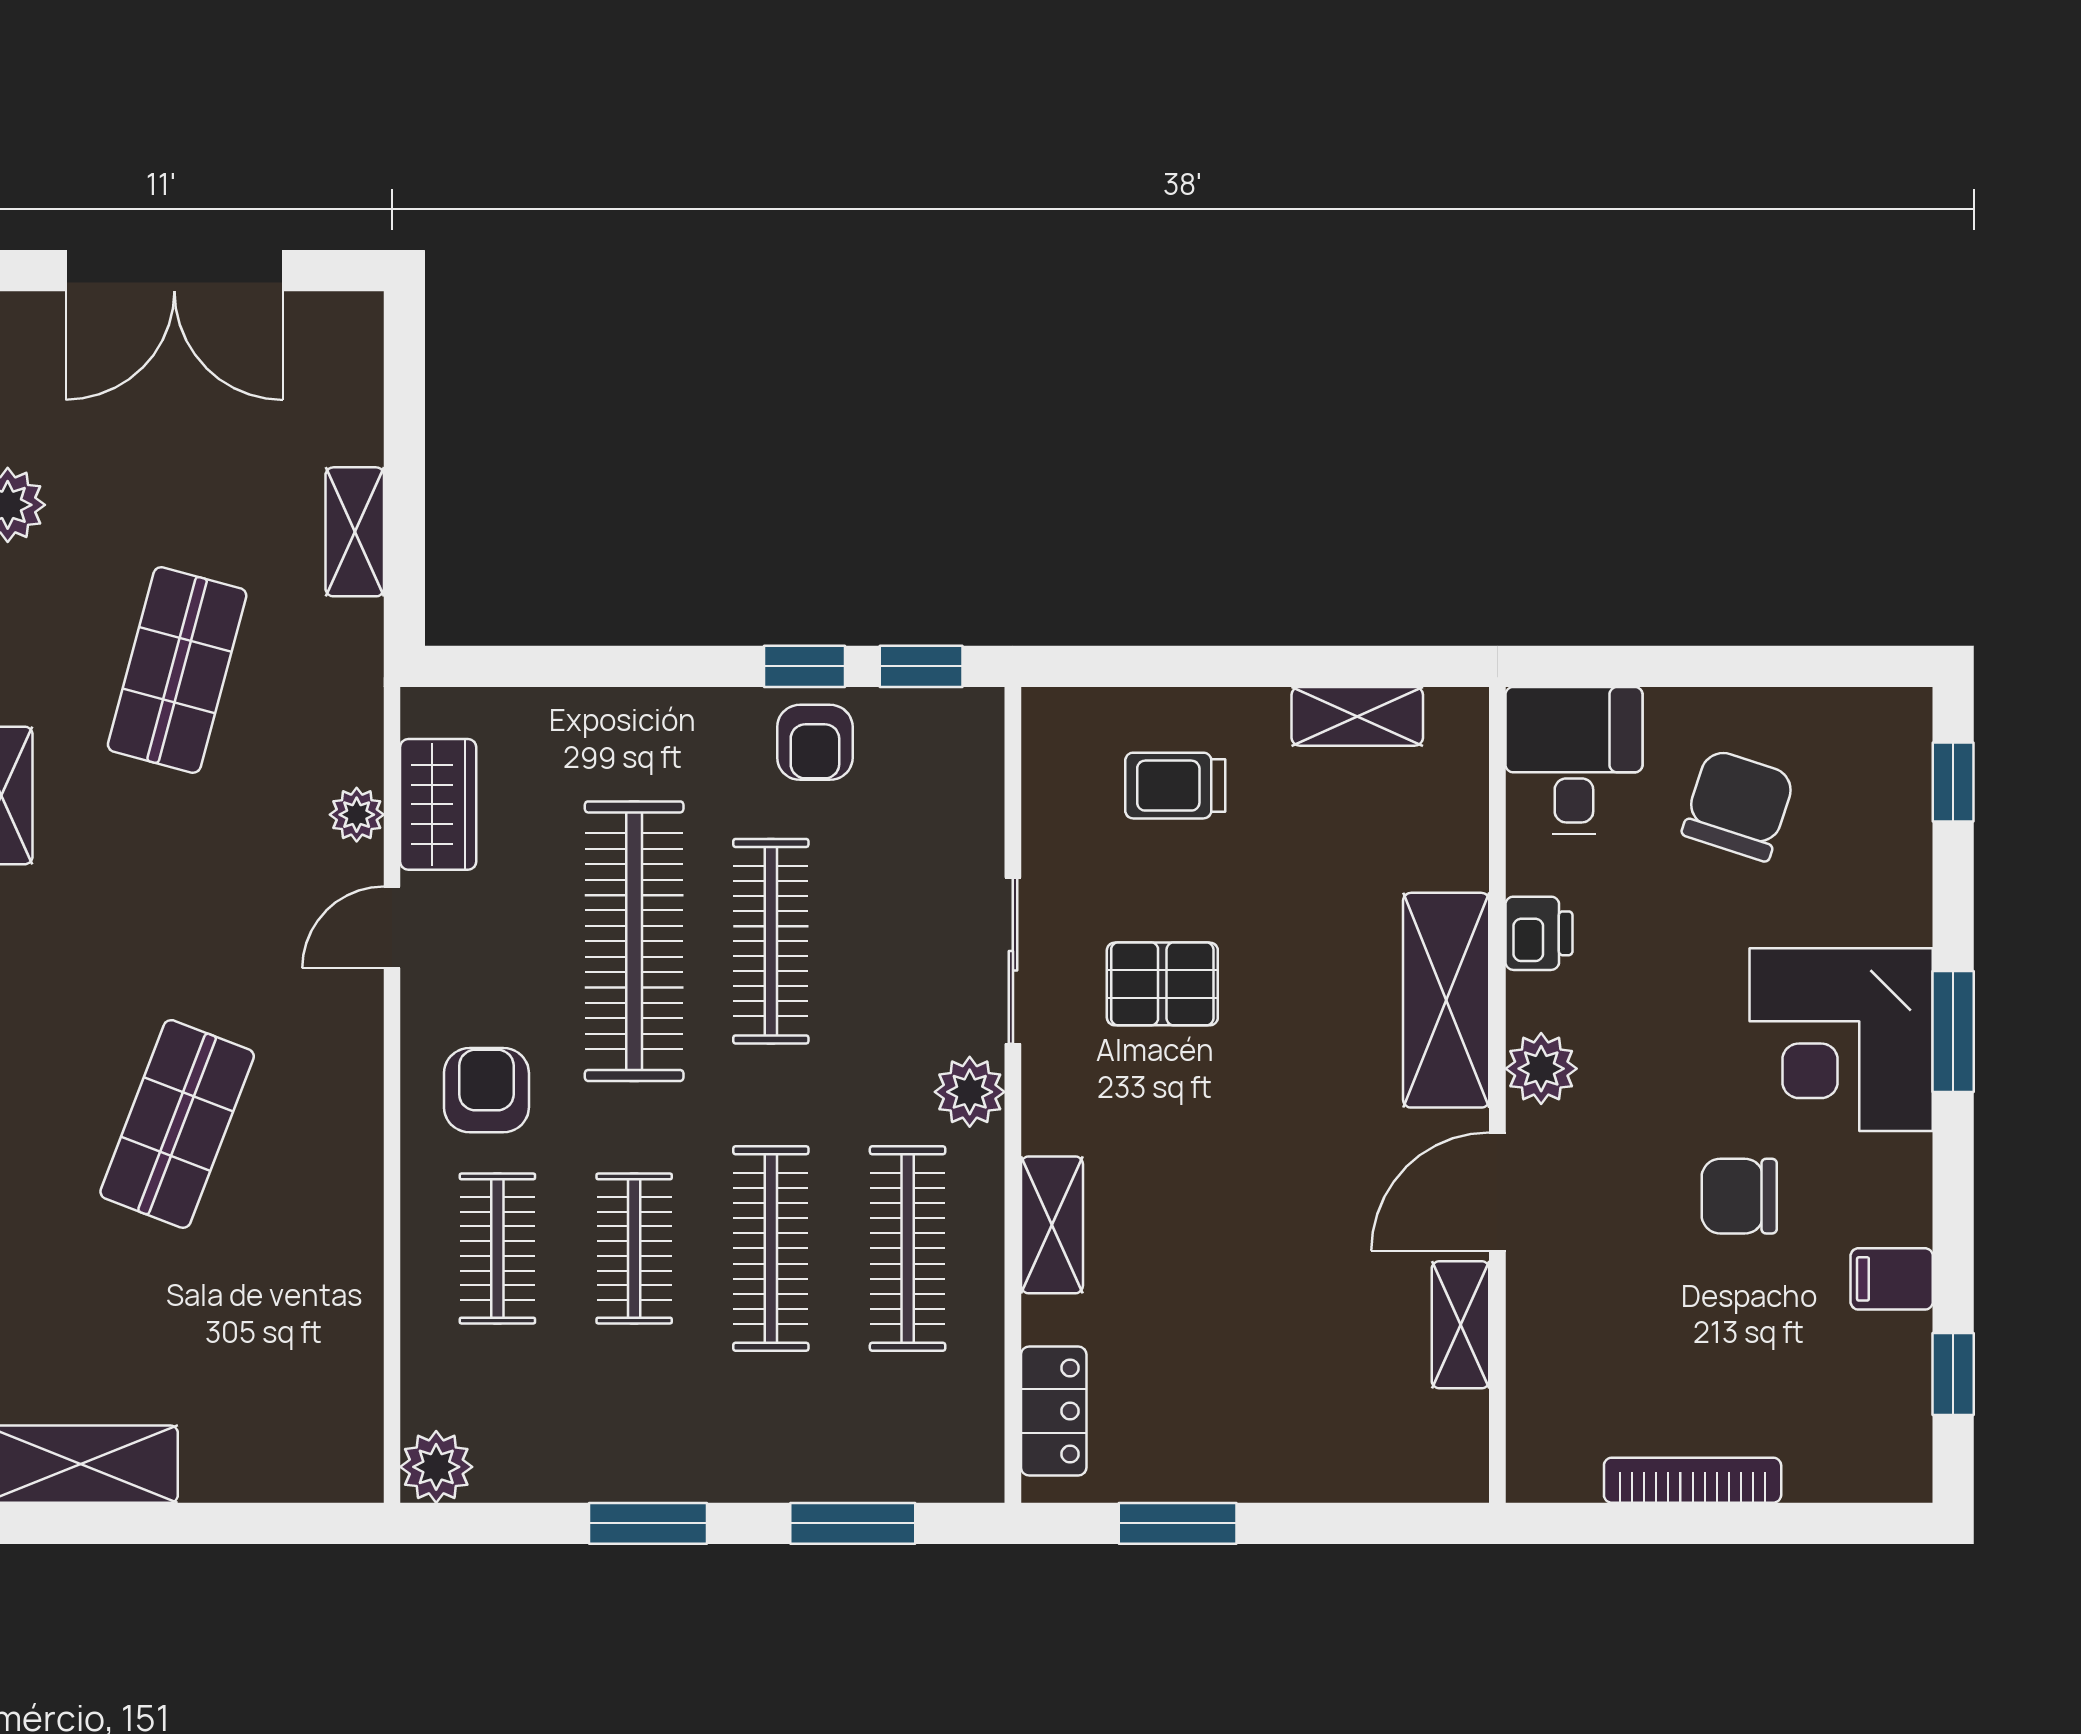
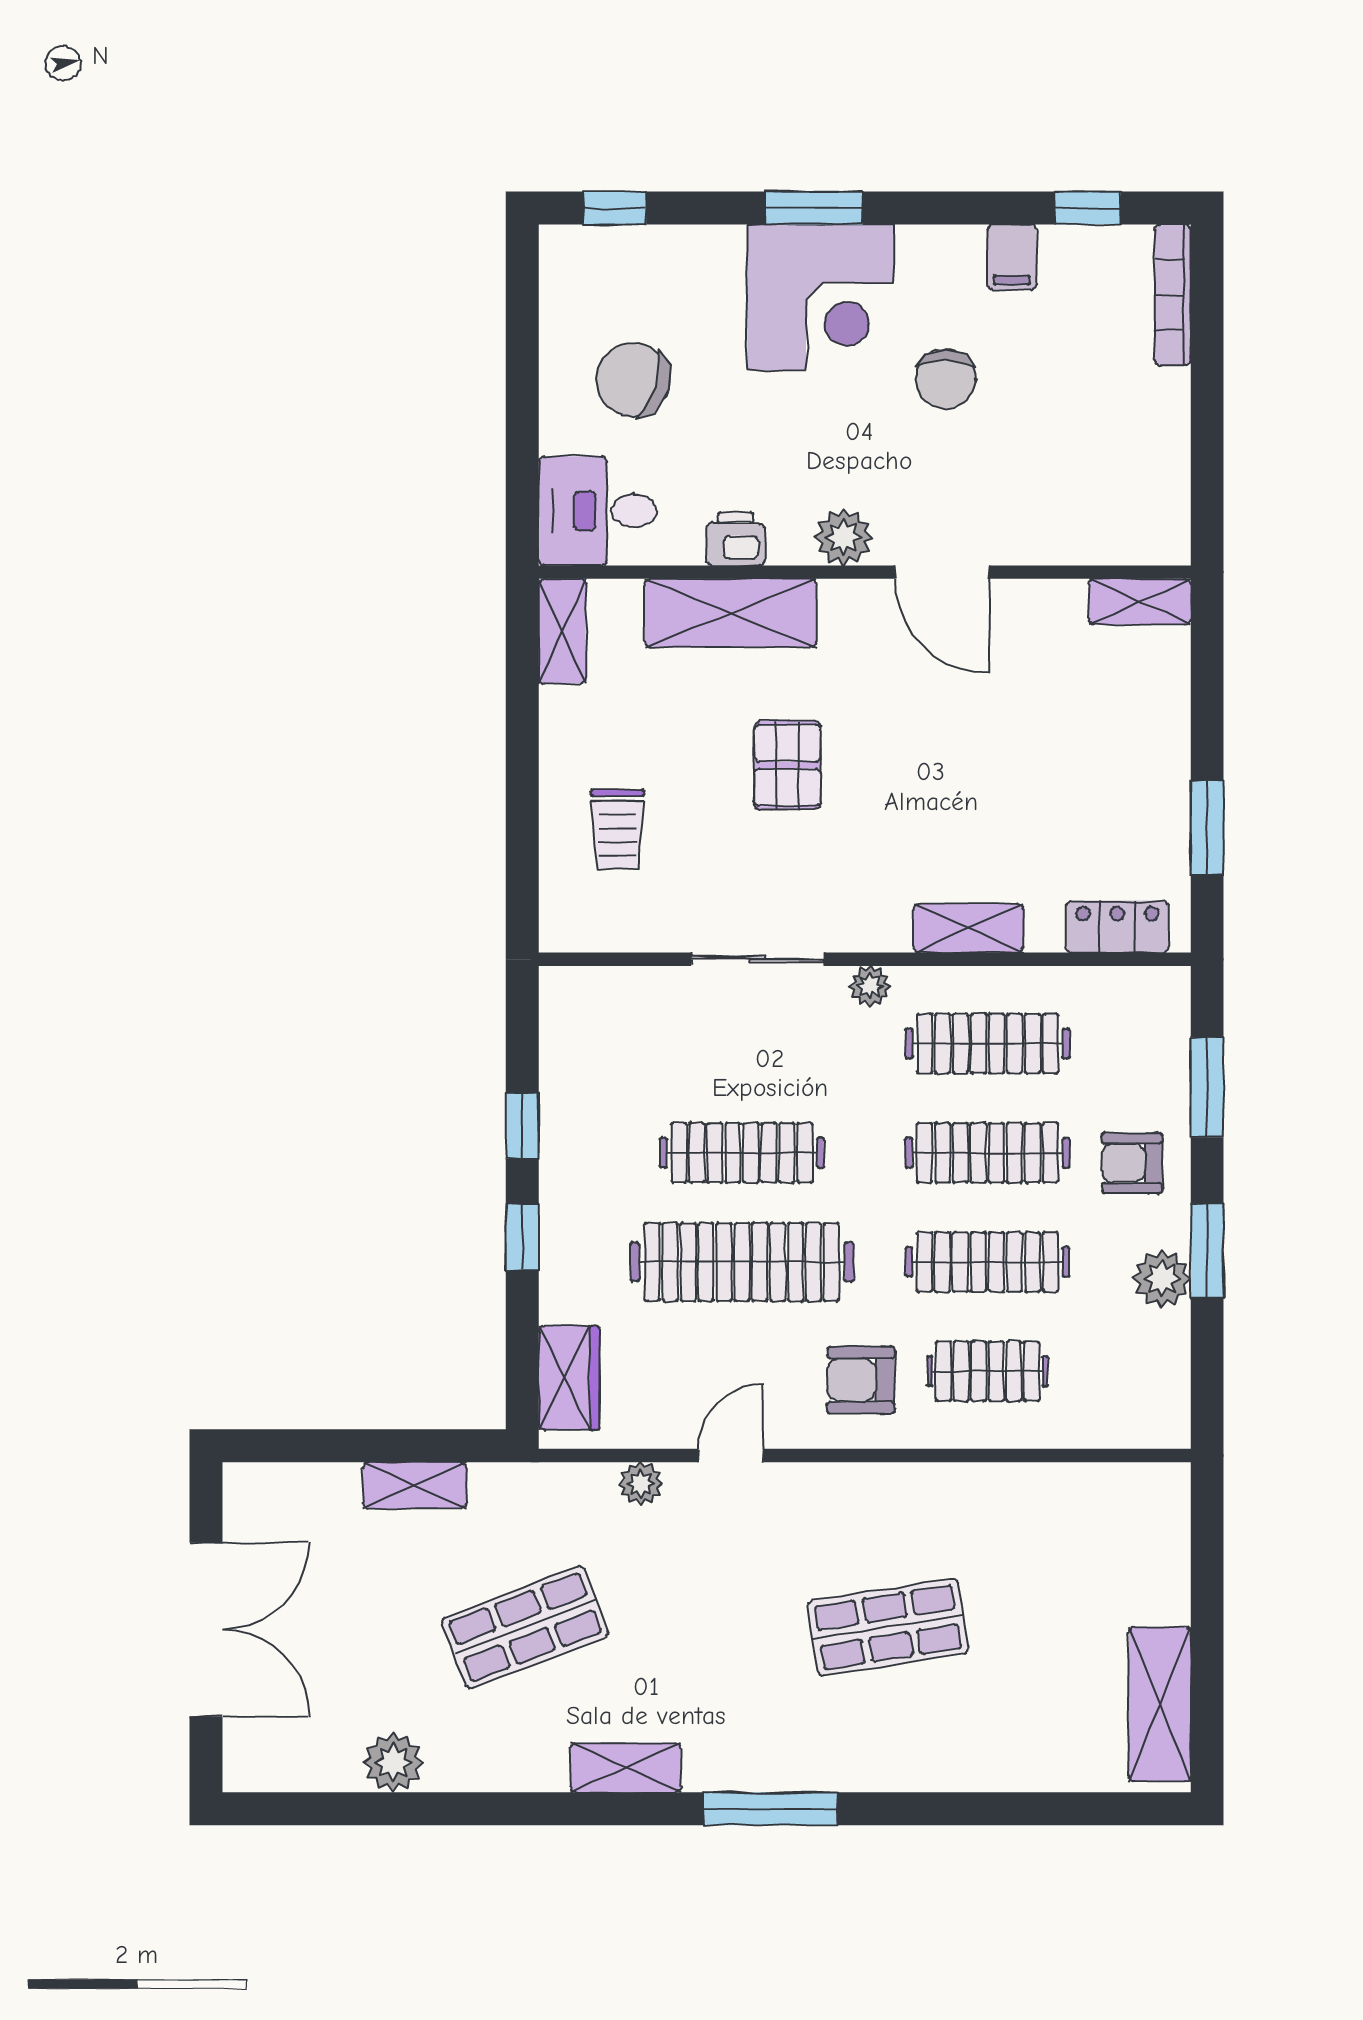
window: (921, 666) -> (522, 1237), moved
shop shelf: (177, 670) -> (525, 1627), turned -36
shelving: (1357, 716) -> (562, 631), moved
armchair: (815, 742) -> (1132, 1163), moved, turned 180
wardrobe: (438, 804) -> (569, 1378), moved, turned 90
door: (392, 927) -> (731, 1455), swing flipped
pallet: (1162, 984) -> (787, 765), moved
shelving: (1446, 1000) -> (731, 613), moved
plant: (970, 1092) -> (870, 986), width x0.73, depth x0.73
shop shelf: (177, 1124) -> (888, 1627), turned -30
clothes rail: (634, 1248) -> (987, 1262), width x1.36
shelving: (1461, 1325) -> (1140, 602), moved
plant: (436, 1467) -> (1162, 1279), moved
bookcase: (1693, 1480) -> (1173, 295), moved

